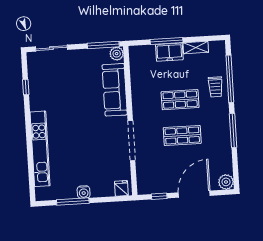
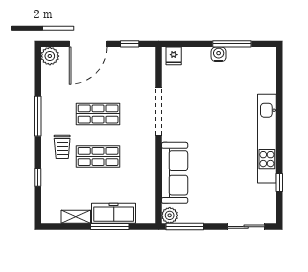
freezer: (169, 52) -> (114, 213), width x1.40
window: (230, 79) -> (38, 177), width x0.32
trolley: (215, 87) -> (62, 147), moved, turned 180
kitchen unit: (40, 149) -> (267, 139), moved

